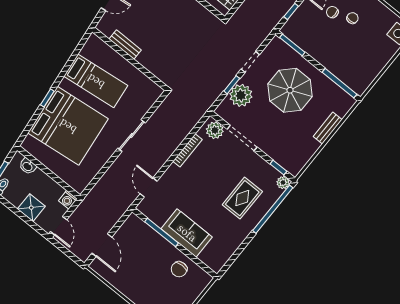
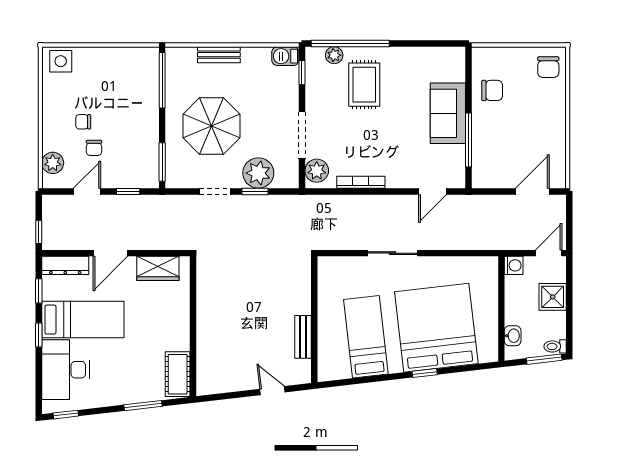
barbecue: (296, 166) -> (285, 56), added
plant: (283, 183) -> (334, 55), moved
rug: (242, 198) -> (364, 85), turned 90

